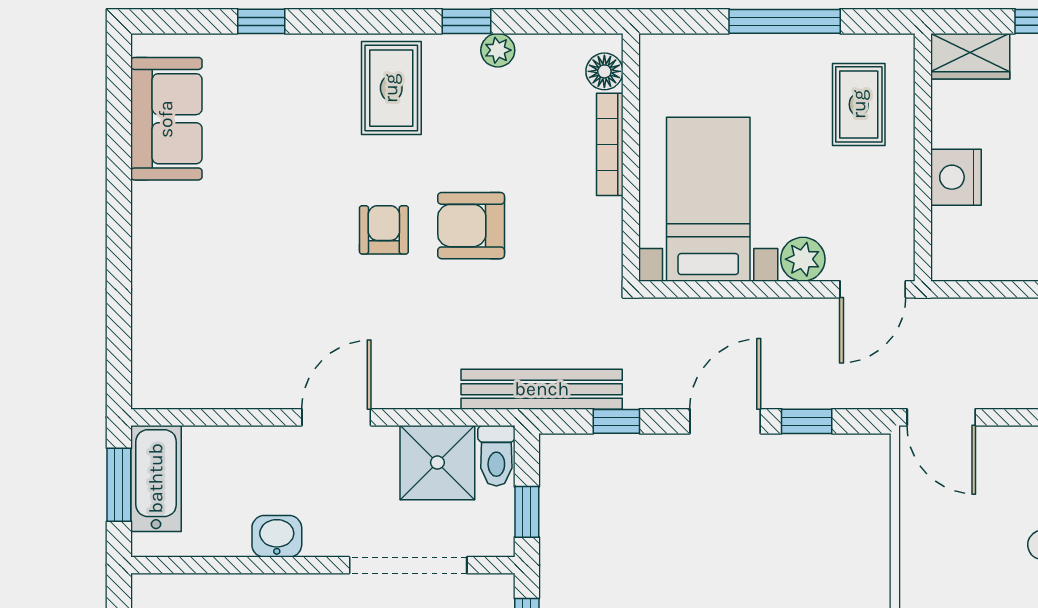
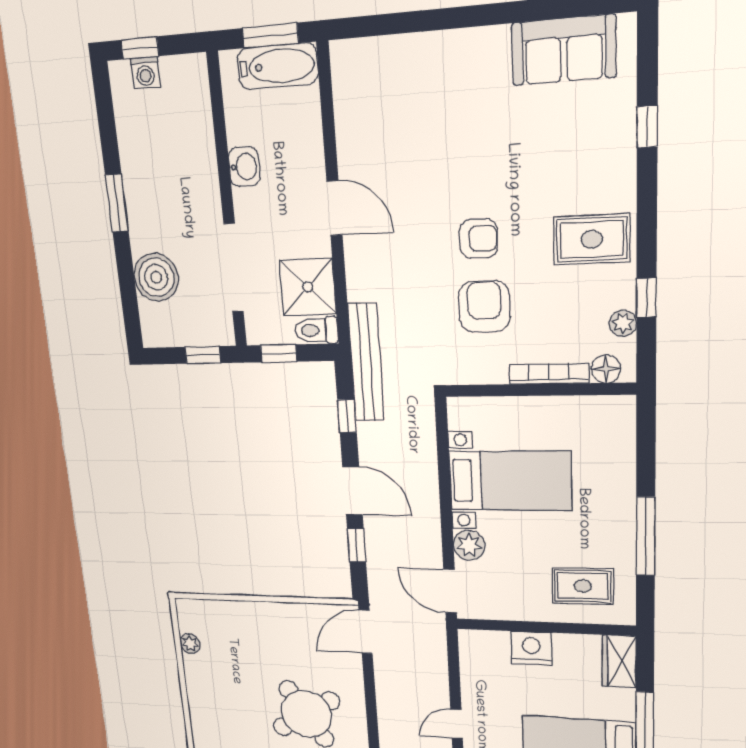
floor lamp: (604, 71) -> (606, 369), moved
bookcase: (610, 144) -> (549, 374), moved
wall: (631, 157) -> (539, 390), moved

